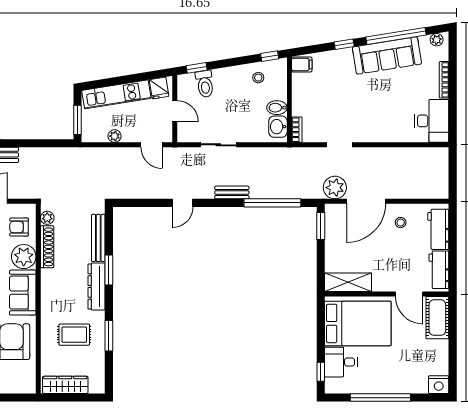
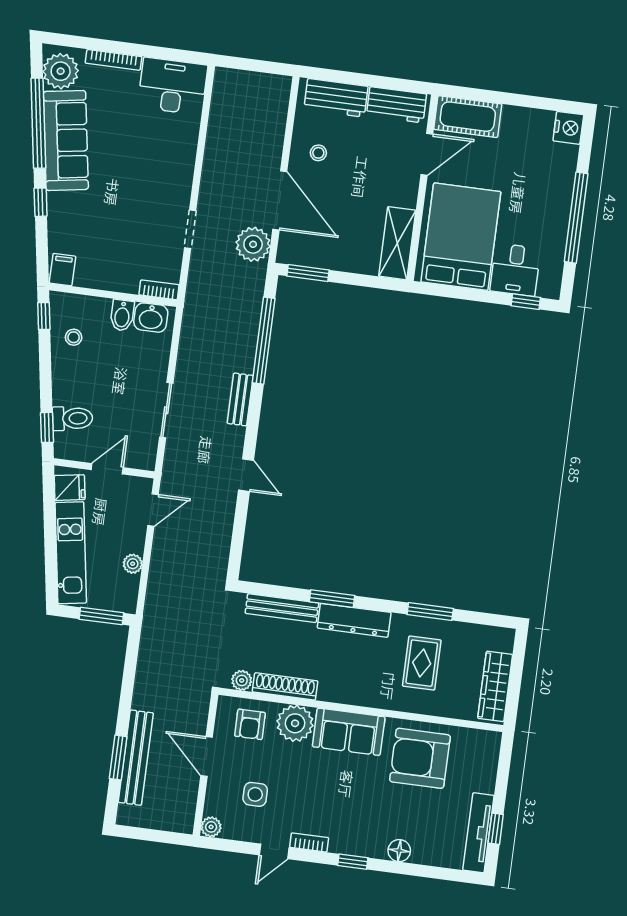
plant: (437, 40) -> (61, 71), width x1.88, depth x1.88

